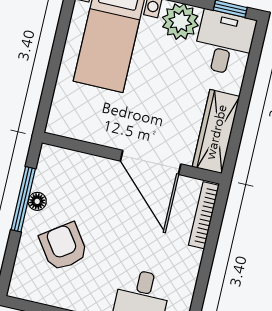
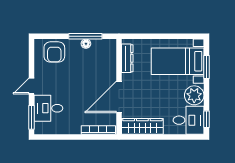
dresser: (82, 130) -> (127, 58), added
armchair: (64, 247) -> (54, 52), moved, turned 125

